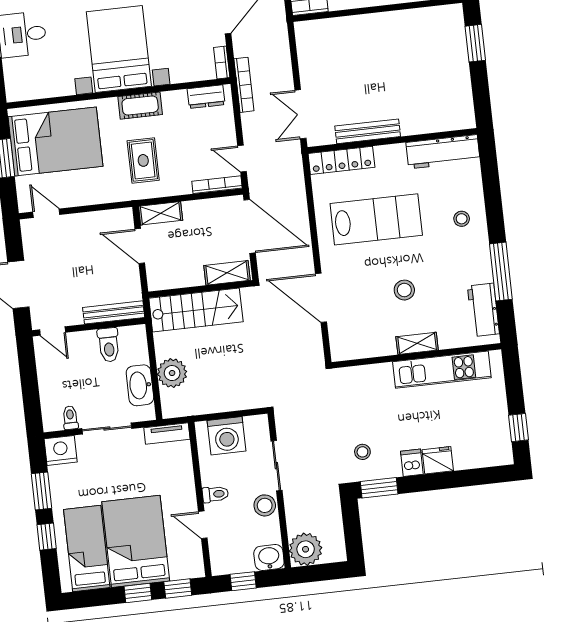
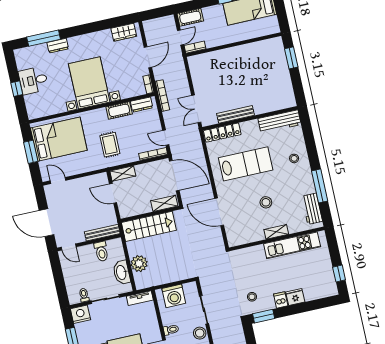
cot: (140, 106) -> (119, 110), moved

